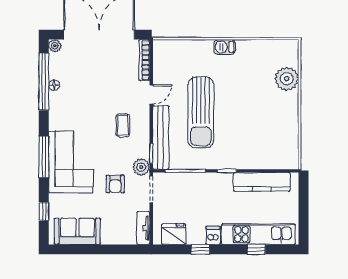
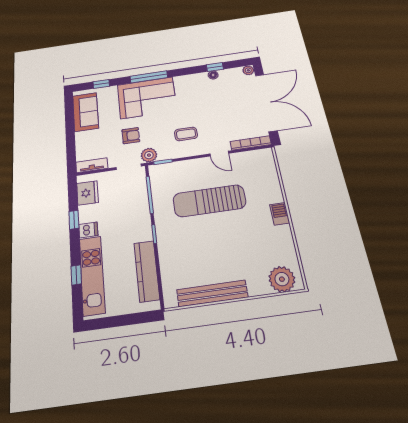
plant: (287, 79) -> (282, 279), moved
window: (44, 82) -> (215, 67), width x0.32
bench: (161, 137) -> (212, 293), moved
armchair: (115, 184) -> (131, 136), turned 180

